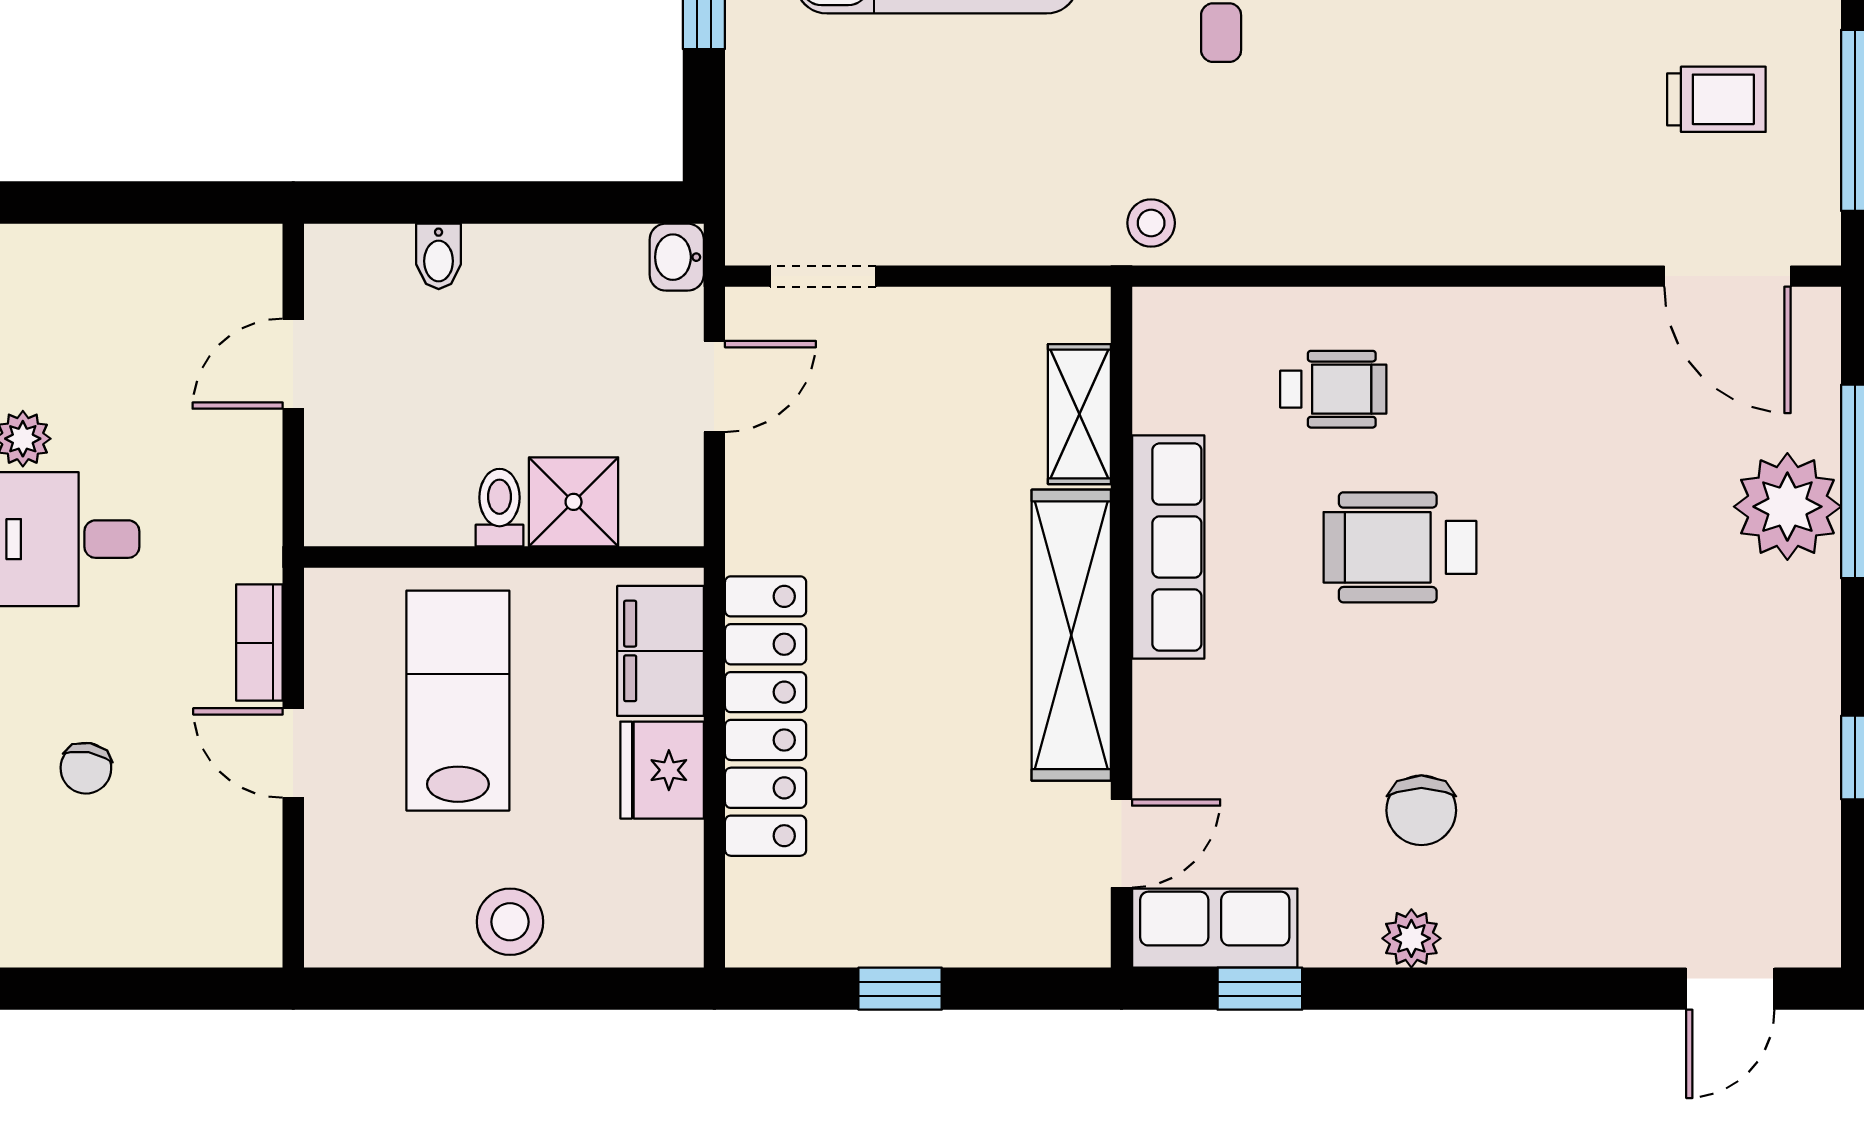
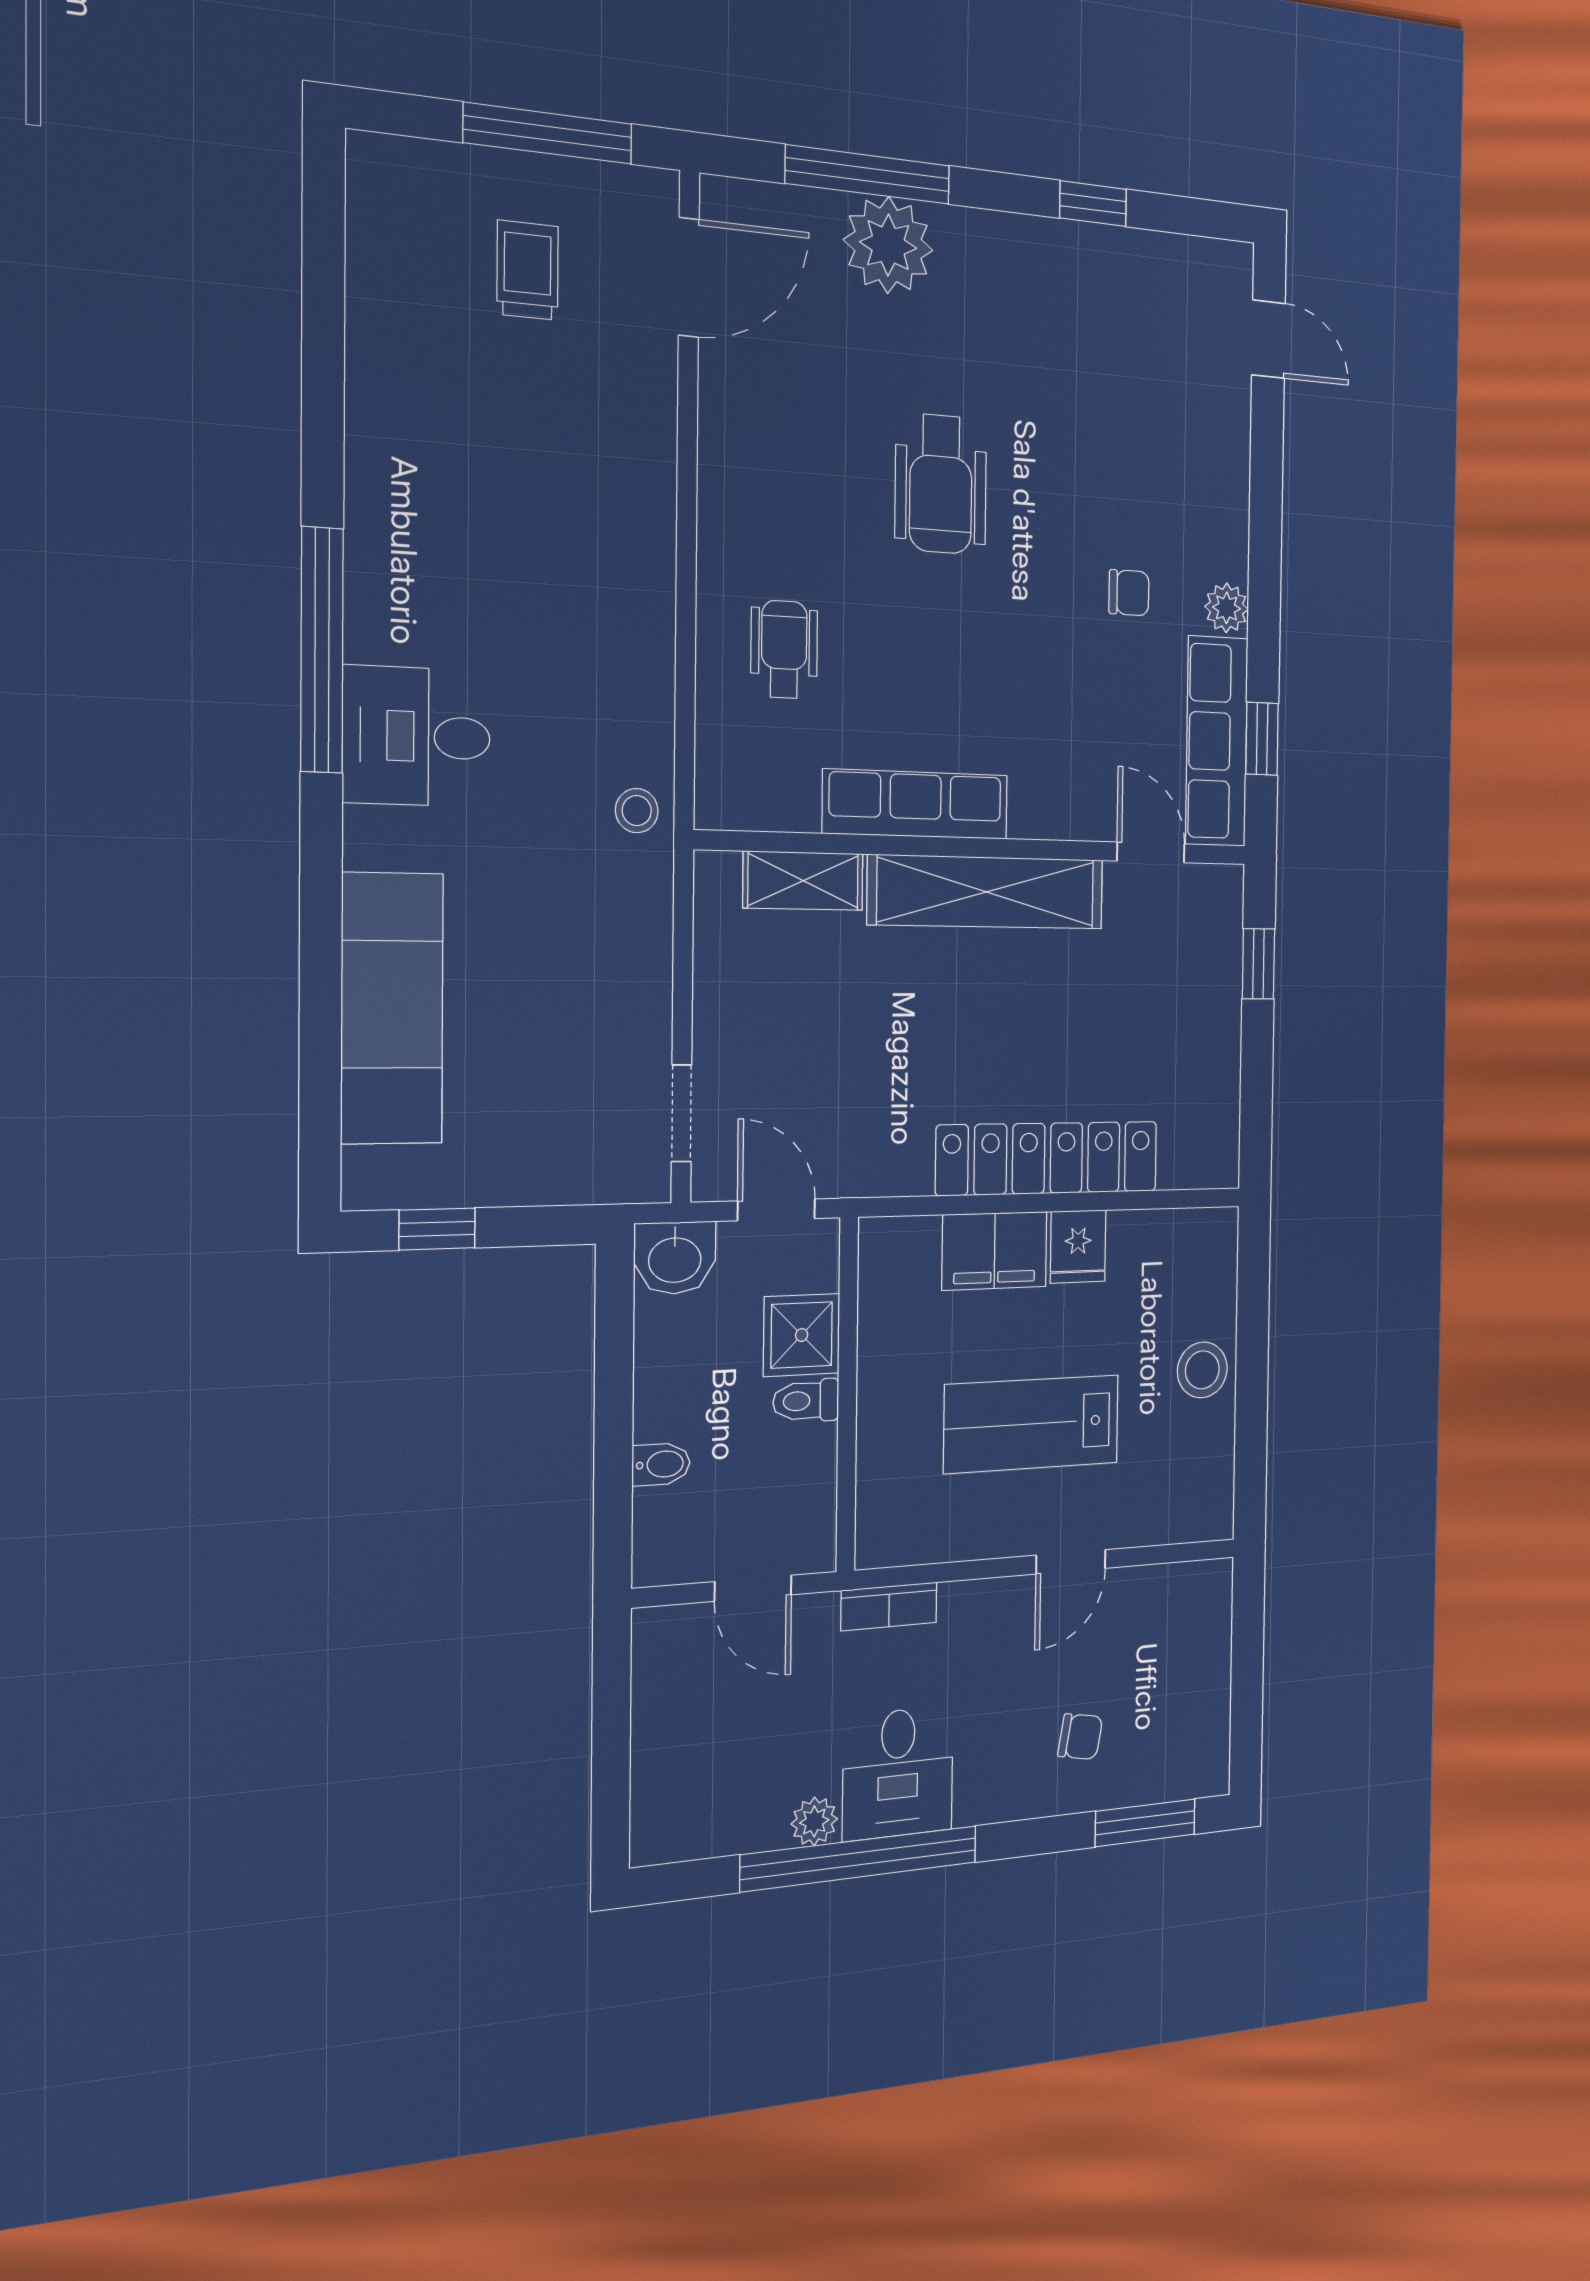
washbasin: (677, 257) -> (675, 1258), width x1.38, depth x1.45
shower: (574, 502) -> (802, 1335), moved
toilet: (500, 508) -> (806, 1401), moved
wheelchair: (1400, 547) -> (941, 484), moved
wall: (504, 557) -> (847, 1395), moved
bookcase: (259, 643) -> (889, 1606), moved
fridge: (662, 770) -> (1078, 1247), width x0.72
chair: (1421, 810) -> (1129, 593), width x0.73, depth x0.73
row of seats: (1215, 928) -> (1217, 741), width x1.48
window: (900, 989) -> (1258, 964), moved

